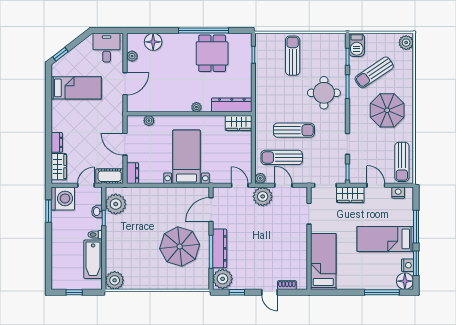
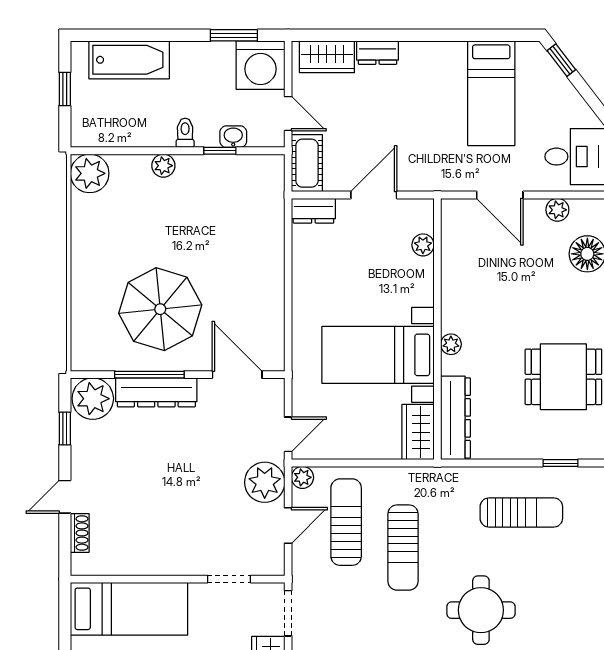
sun lounger: (293, 56) -> (521, 513), moved
bed with nightstands: (186, 157) -> (378, 355), moved, turned 180
plant: (116, 204) -> (163, 166), moved, width x0.53, depth x0.53
bathtub: (93, 259) -> (129, 60), moved, turned 180

